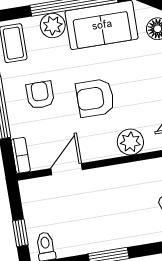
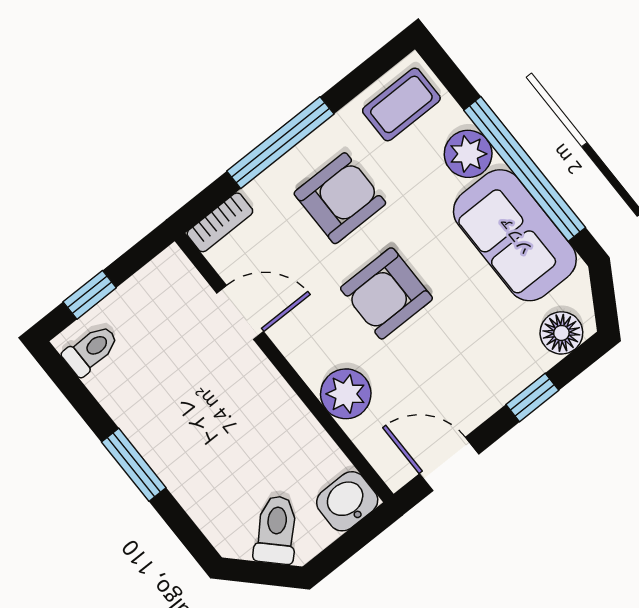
armchair: (40, 95) -> (340, 198), width x1.38, depth x1.38
armchair: (95, 98) -> (386, 293), turned -90

